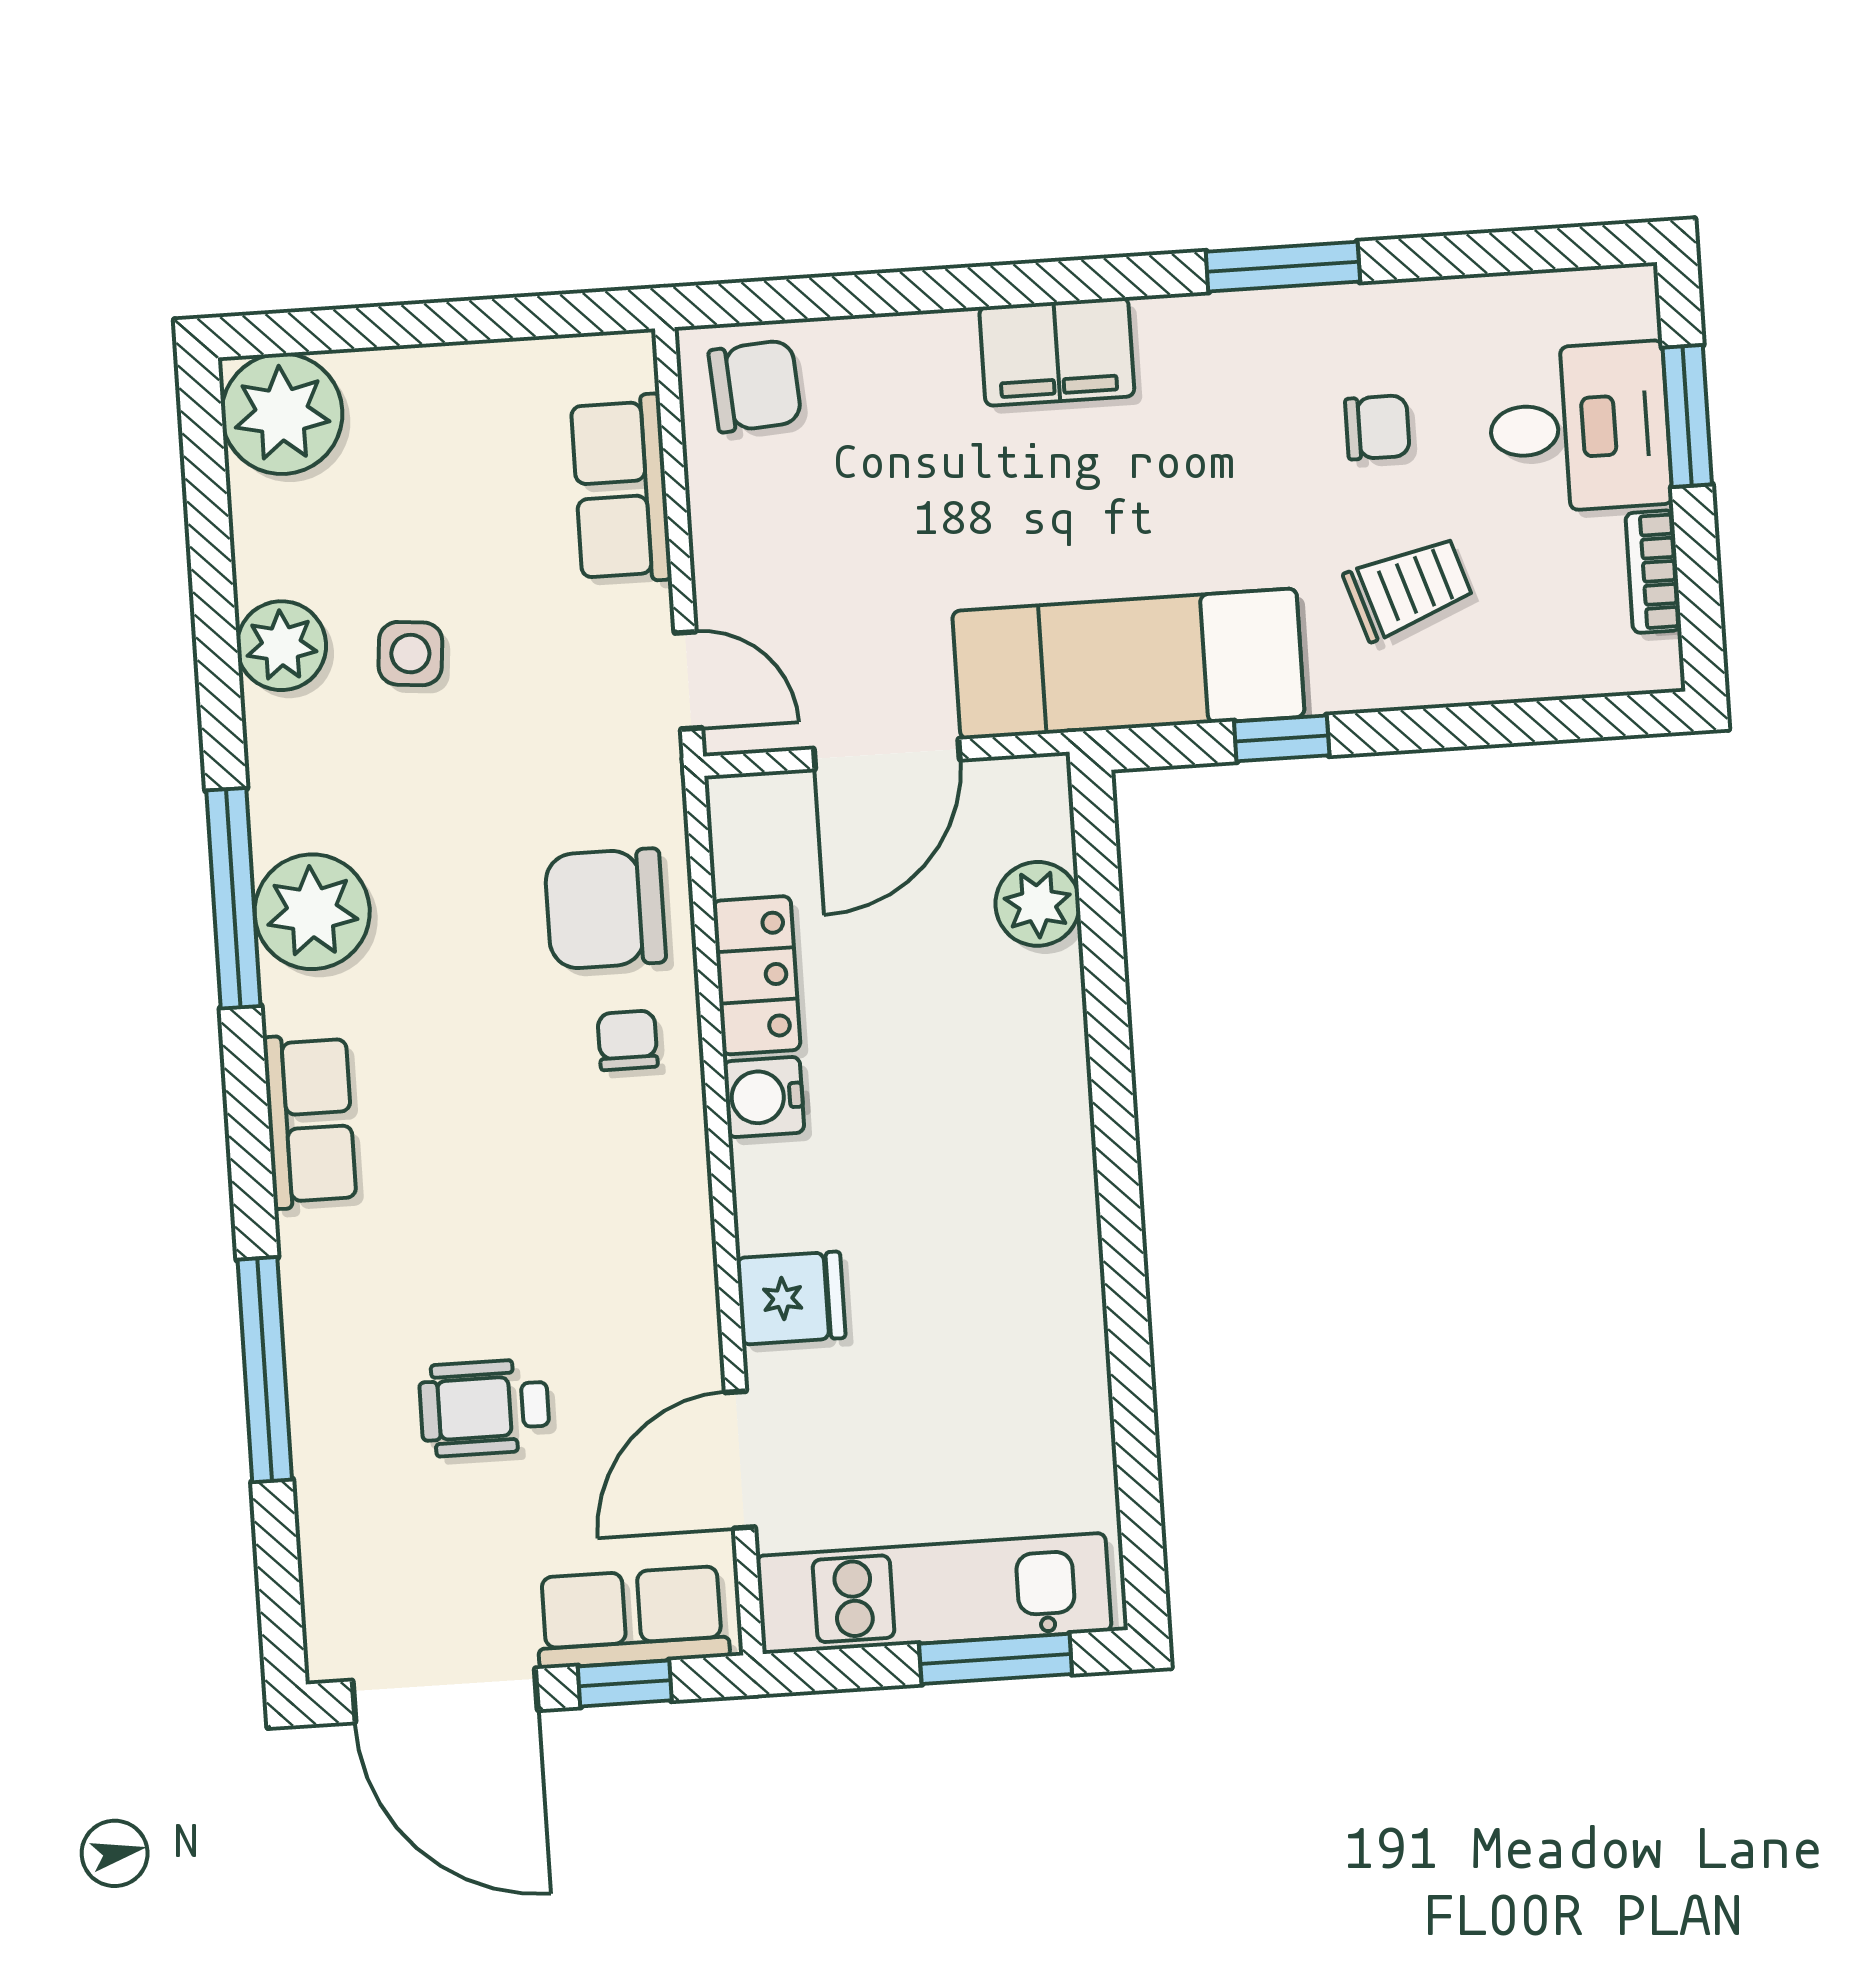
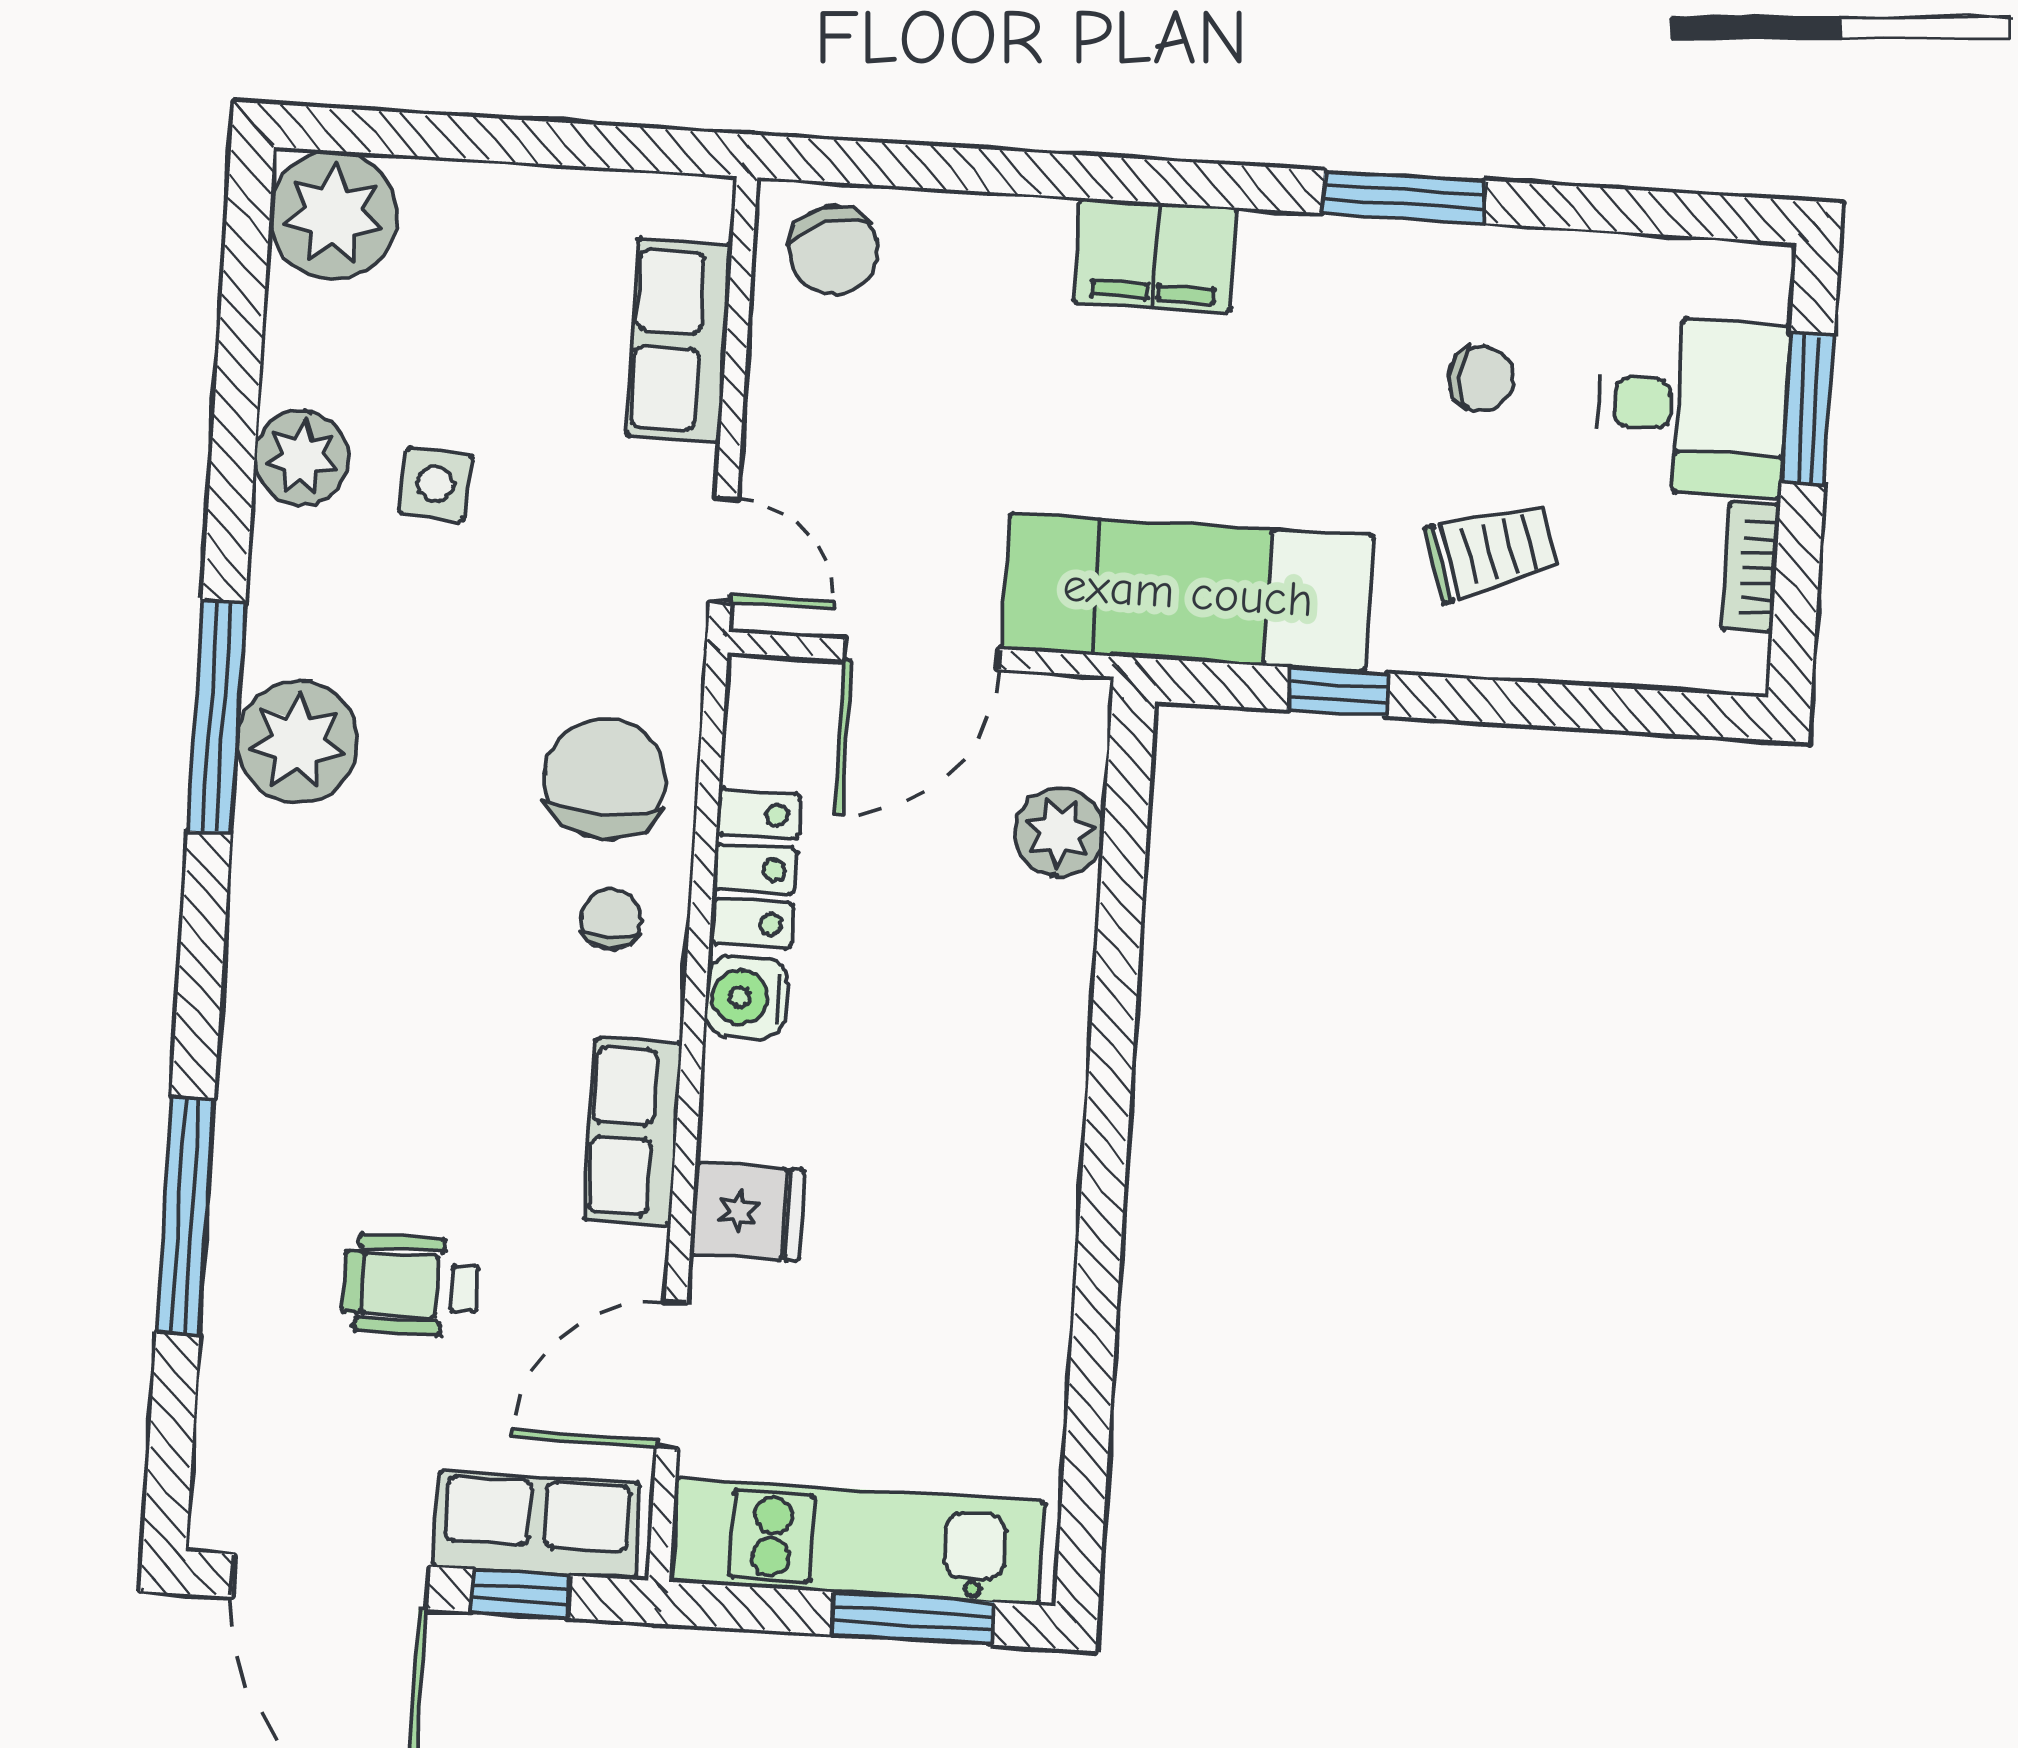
chair: (755, 386) -> (834, 250), turned 75
chair: (605, 909) -> (605, 778), turned 90
row of seats: (310, 1121) -> (633, 1132), moved, turned 180

